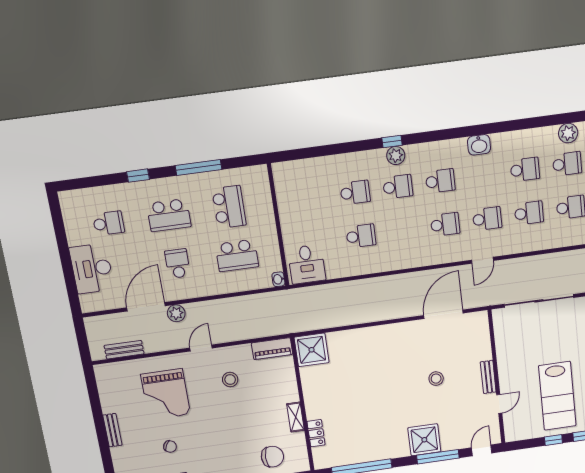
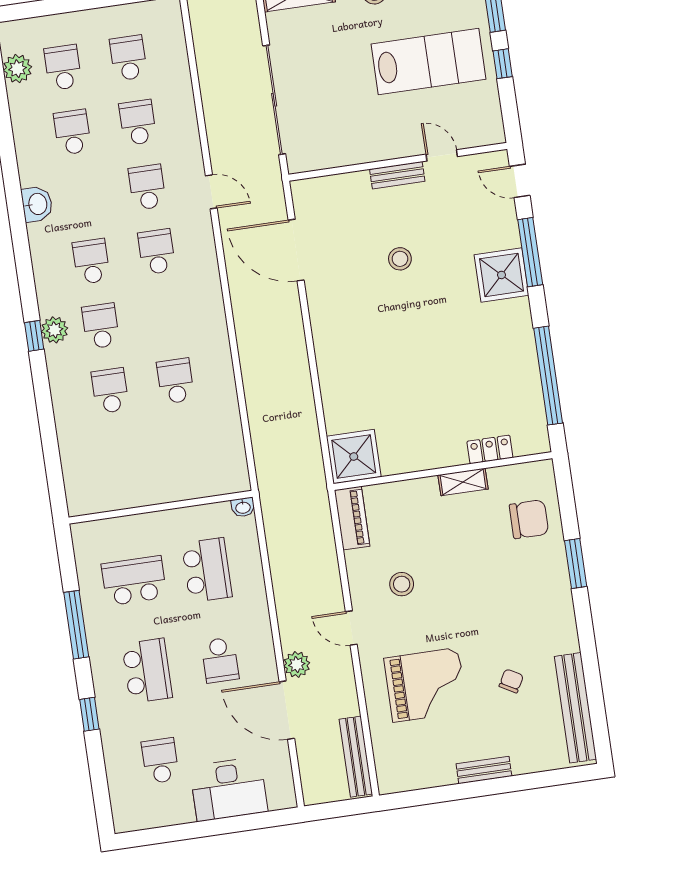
school desk: (178, 264) -> (220, 660), turned -90
desk: (307, 264) -> (219, 464), removed
bench: (124, 350) -> (356, 757), width x1.36
chair: (272, 457) -> (529, 519), turned 90

